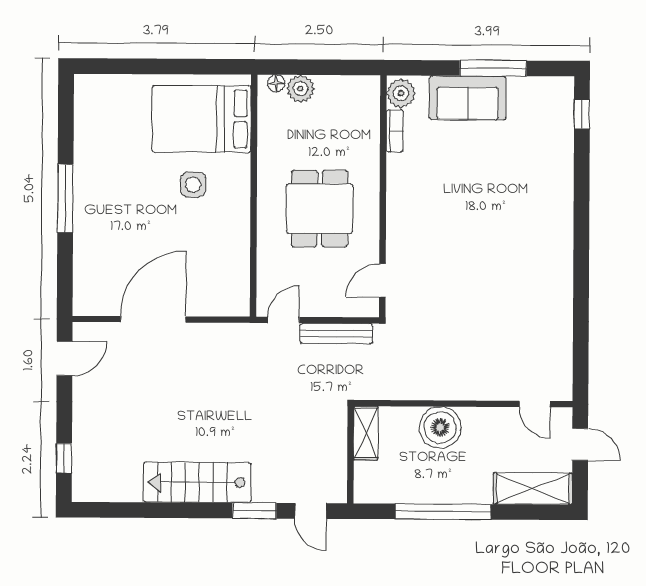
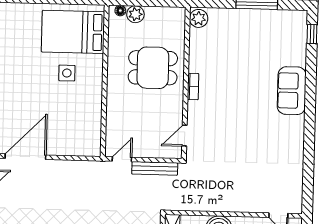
sofa: (468, 98) -> (292, 91), moved, turned 90
bookcase: (395, 131) -> (193, 87), moved
dining table: (320, 209) -> (153, 68), moved, turned 90
door: (153, 319) -> (25, 157), moved

